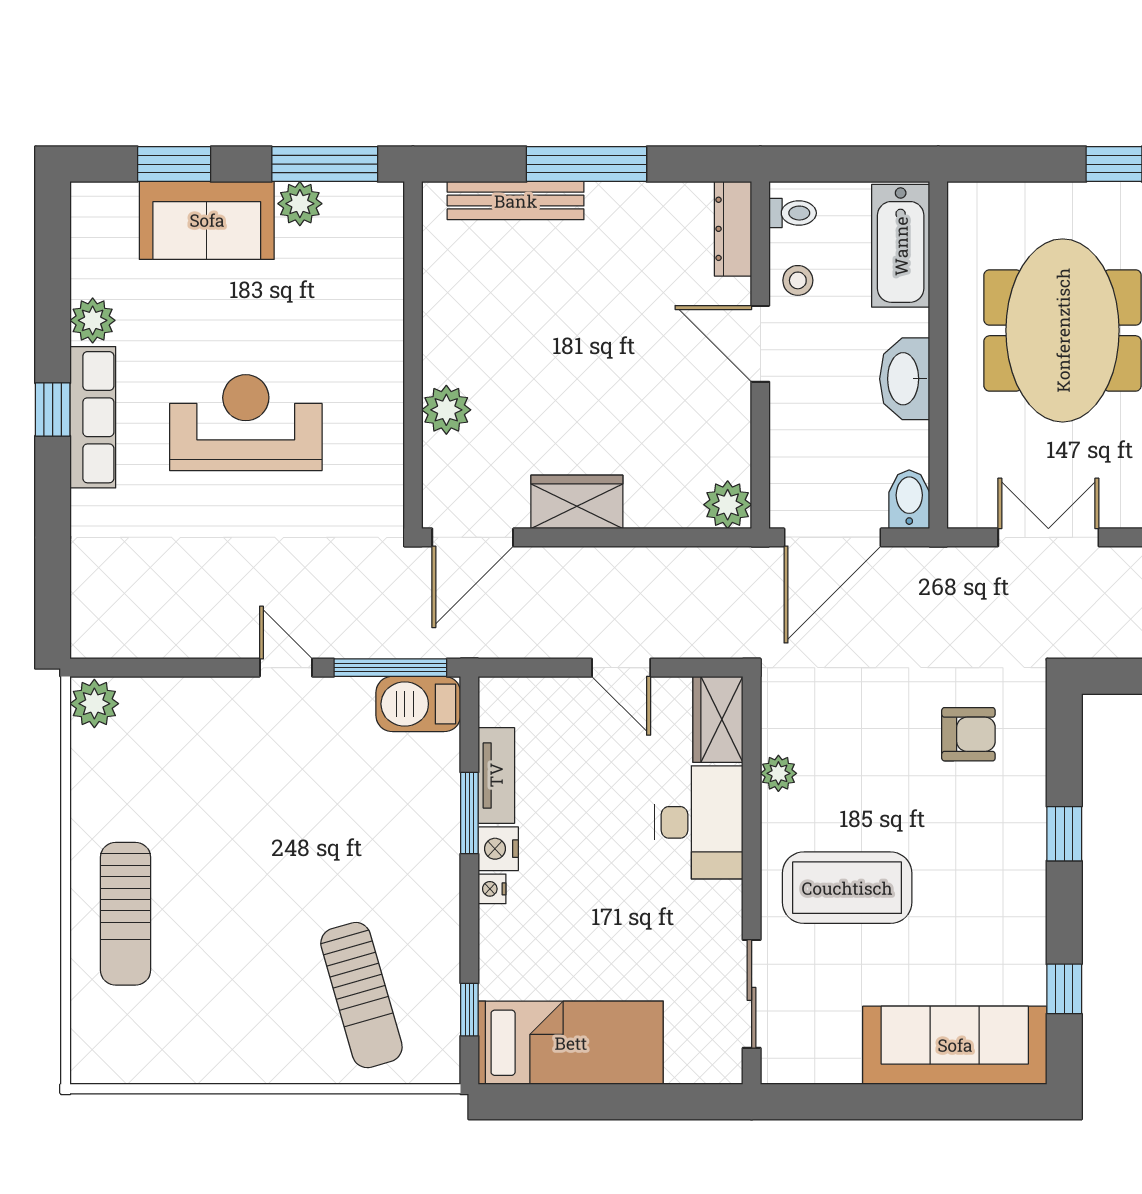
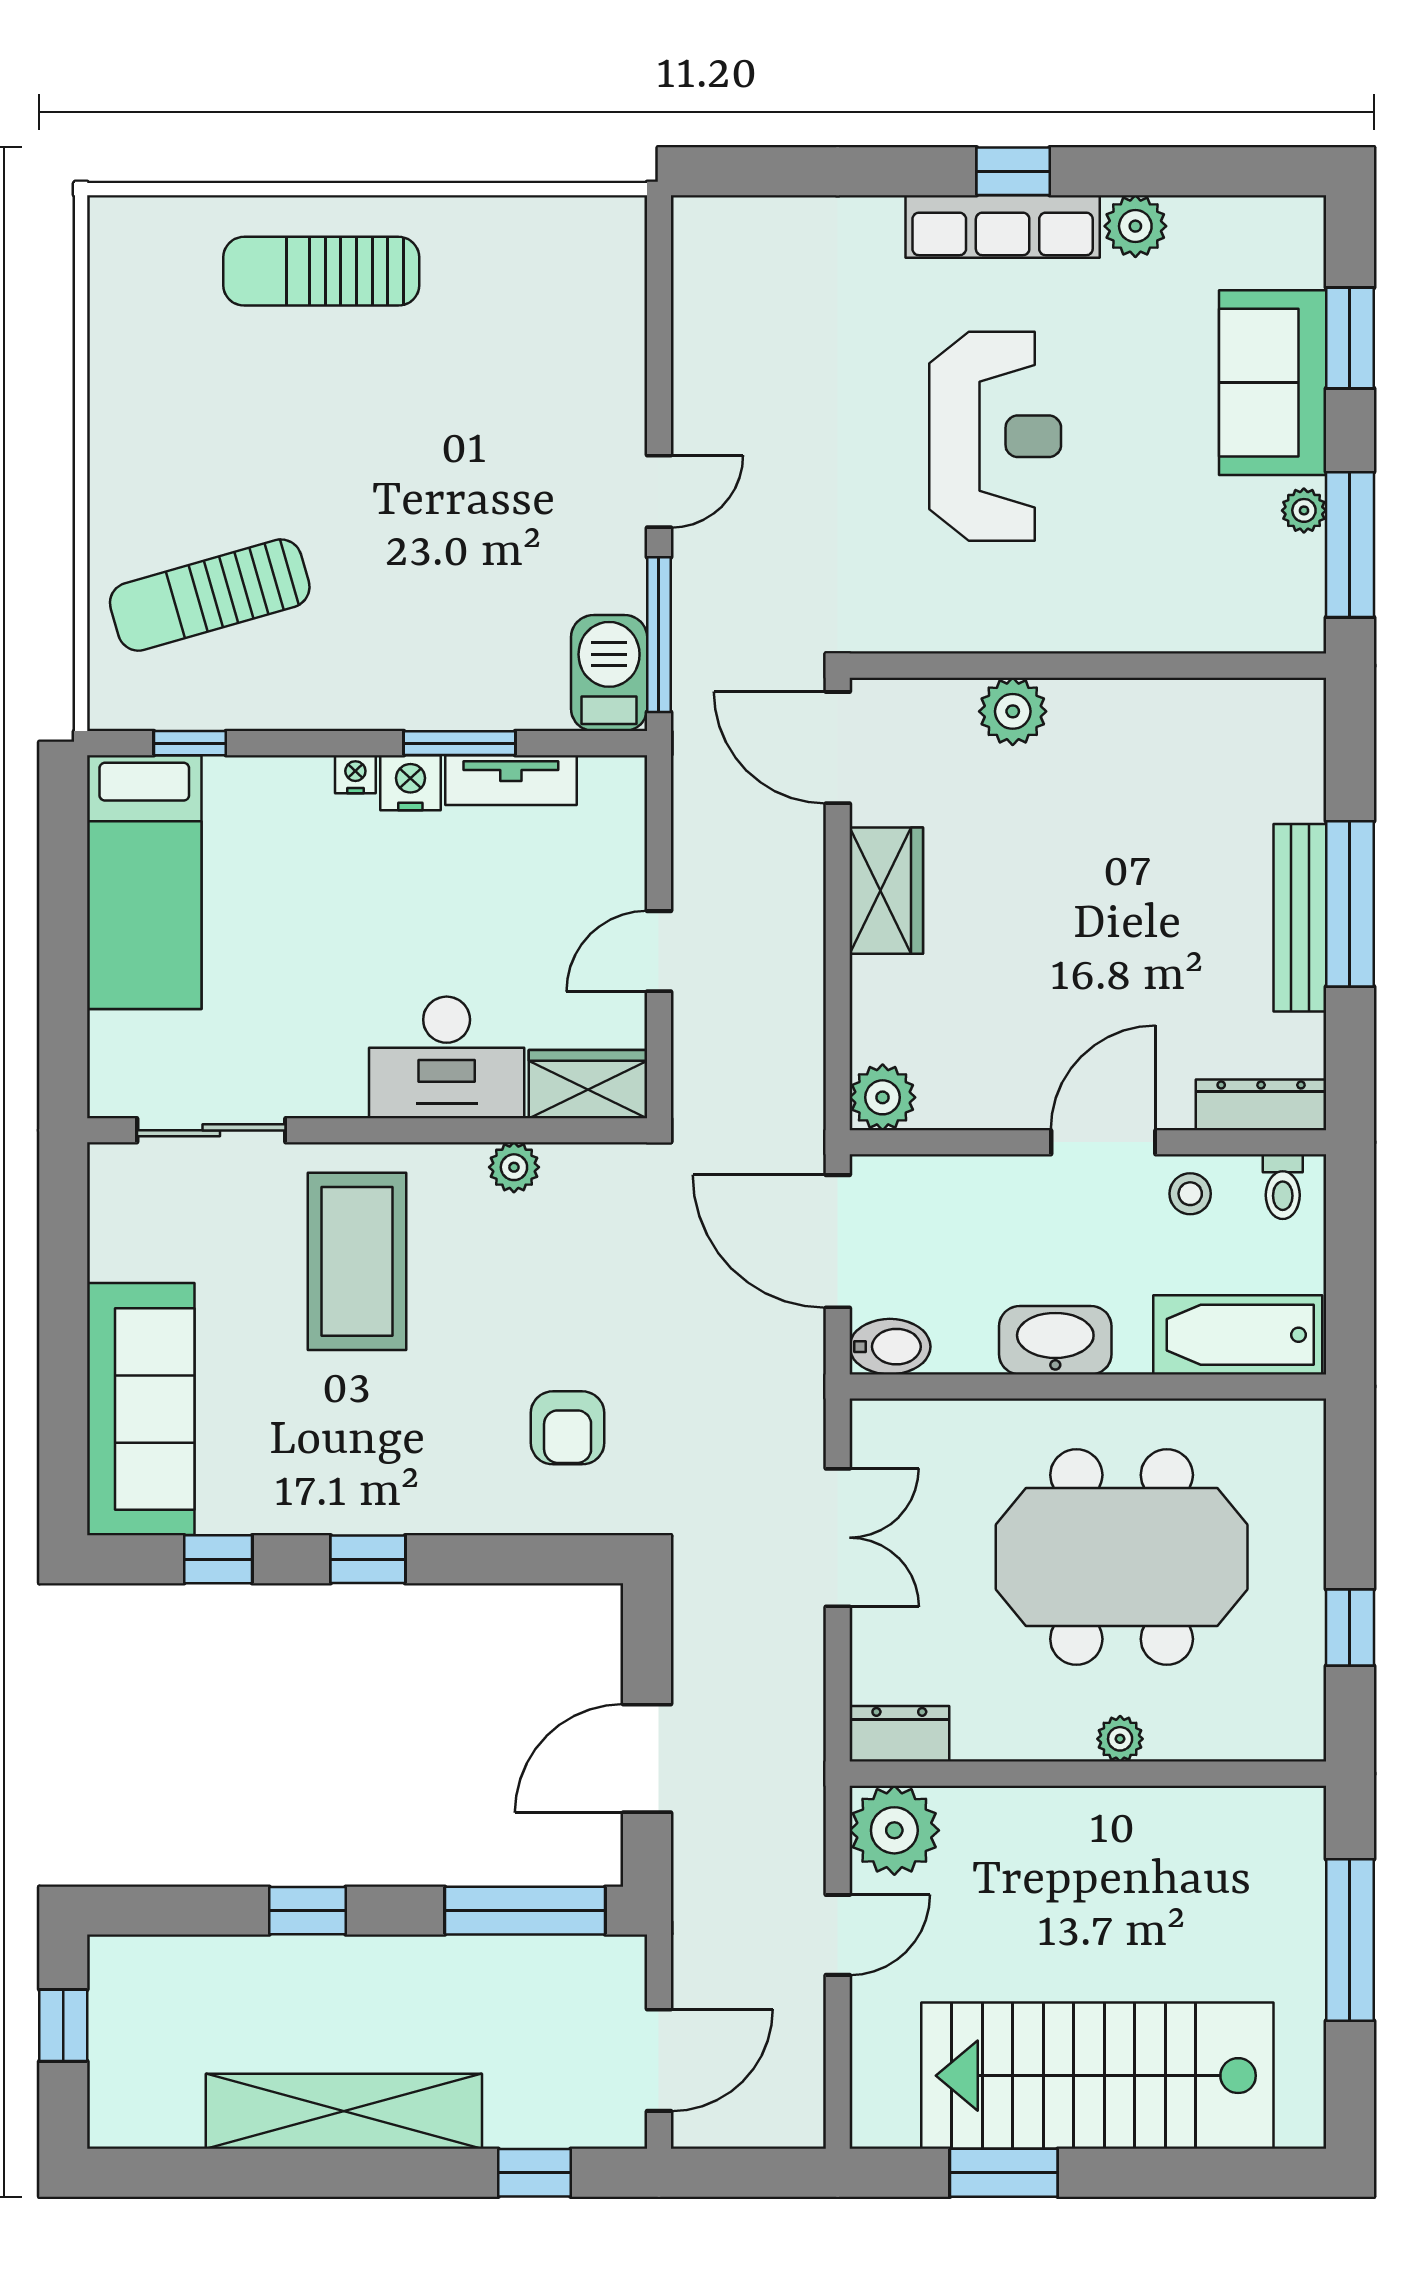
bench: (516, 201) -> (1300, 918), moved
plant: (300, 204) -> (1304, 510), width x0.73, depth x0.73
plant: (94, 704) -> (610, 228), removed
window: (1064, 834) -> (368, 1559), moved

